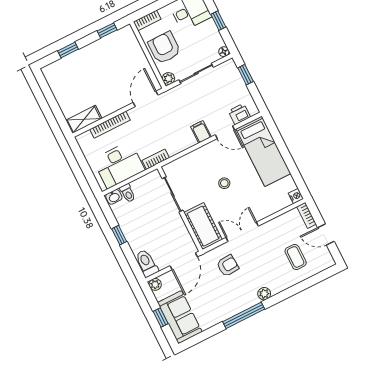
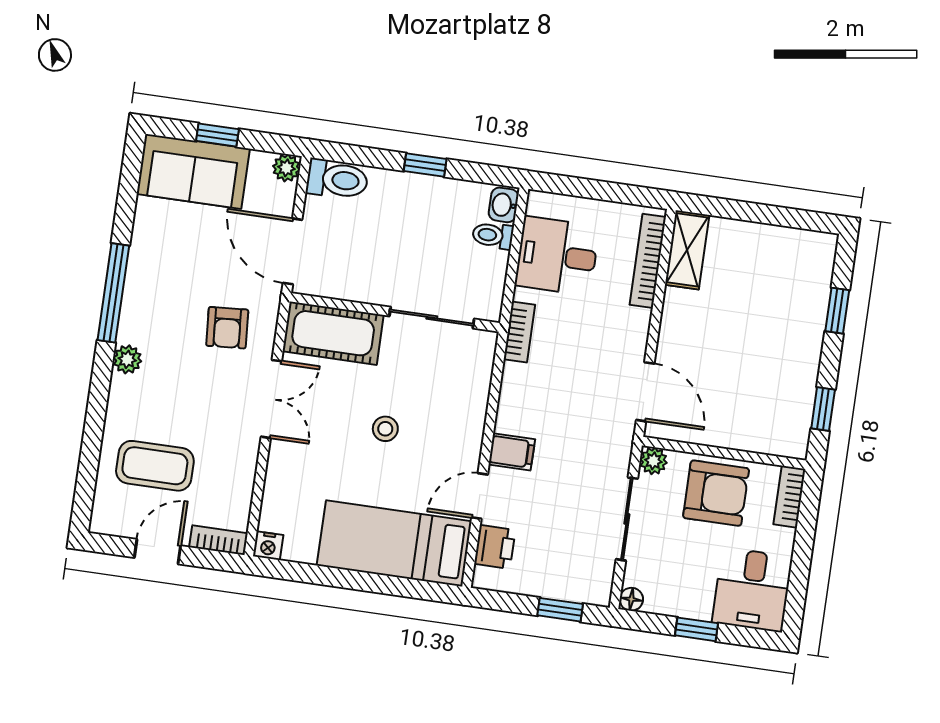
bookcase: (110, 125) -> (648, 261), moved
desk: (119, 165) -> (557, 256), width x0.73
coffee table: (296, 257) -> (155, 466), width x1.36, depth x1.30

